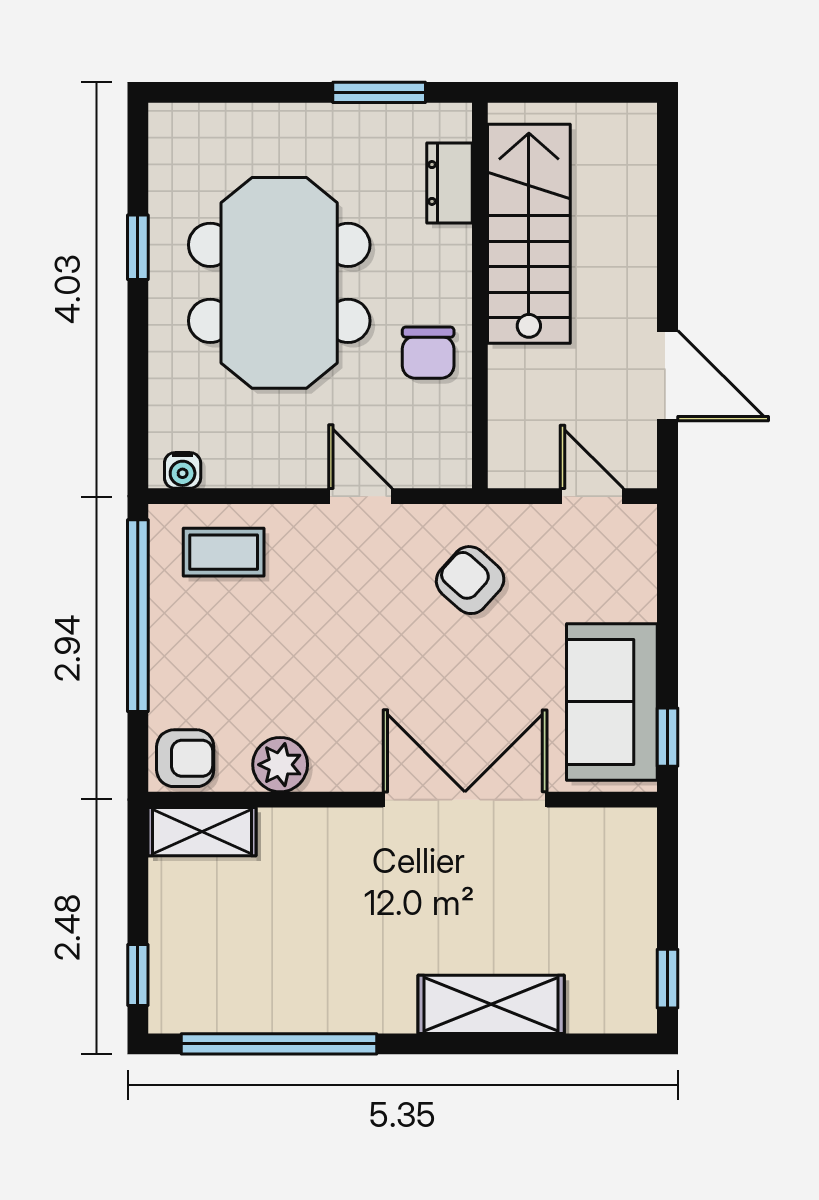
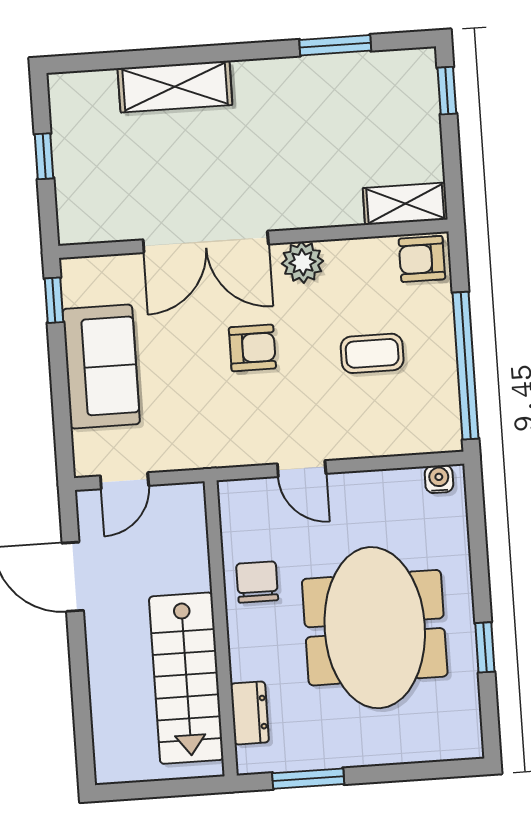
door: (592, 496) -> (124, 481), hinge flipped
coffee table: (224, 552) -> (372, 353), moved
armchair: (470, 580) -> (252, 348), moved, turned -42
sofa: (612, 702) -> (101, 367), moved
plant: (280, 765) -> (302, 262), moved
window: (668, 979) -> (44, 156), moved
window: (279, 1044) -> (335, 45), width x0.47

